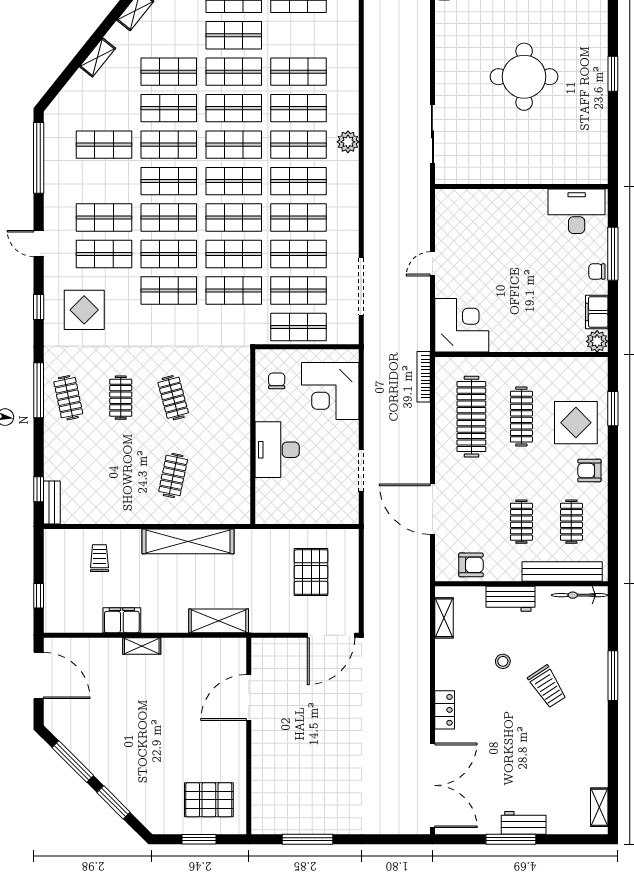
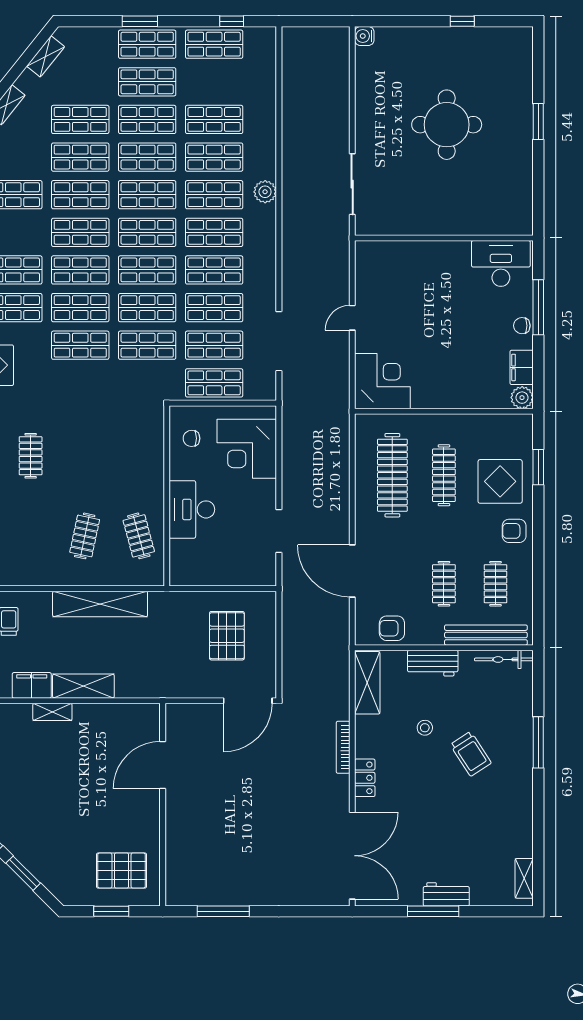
bookcase: (424, 377) -> (343, 747), moved
chair: (277, 381) -> (191, 438), turned -90
clothes rail: (173, 398) -> (139, 536), moved
armchair: (471, 565) -> (392, 628), turned 180
shelving: (444, 618) -> (367, 683), width x1.50, depth x1.33
shelving: (219, 621) -> (83, 686), moved

